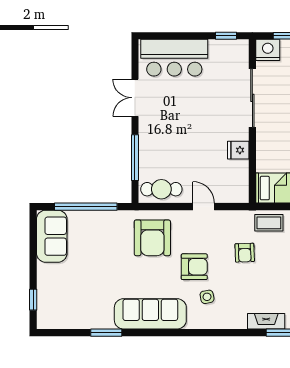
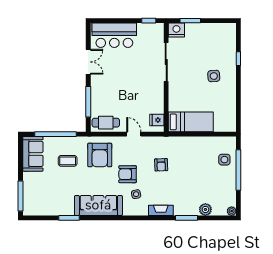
double door: (135, 98) -> (88, 62), swing flipped
fridge: (238, 150) -> (157, 120), moved
coffee table: (269, 223) -> (68, 161), moved
armchair: (194, 267) -> (128, 174), turned 180
window: (33, 300) -> (21, 196), width x2.17
fireplace: (266, 321) -> (161, 210), moved

